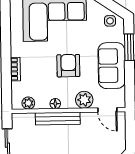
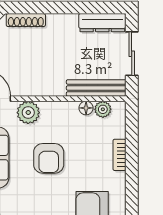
floor lamp: (55, 104) -> (86, 108), moved
bench: (58, 119) -> (96, 88), moved

